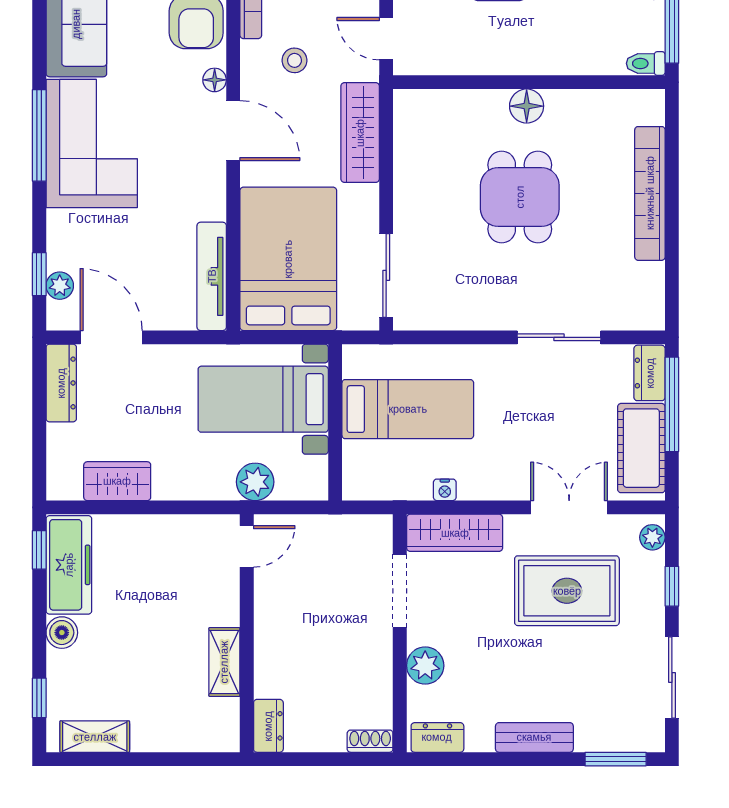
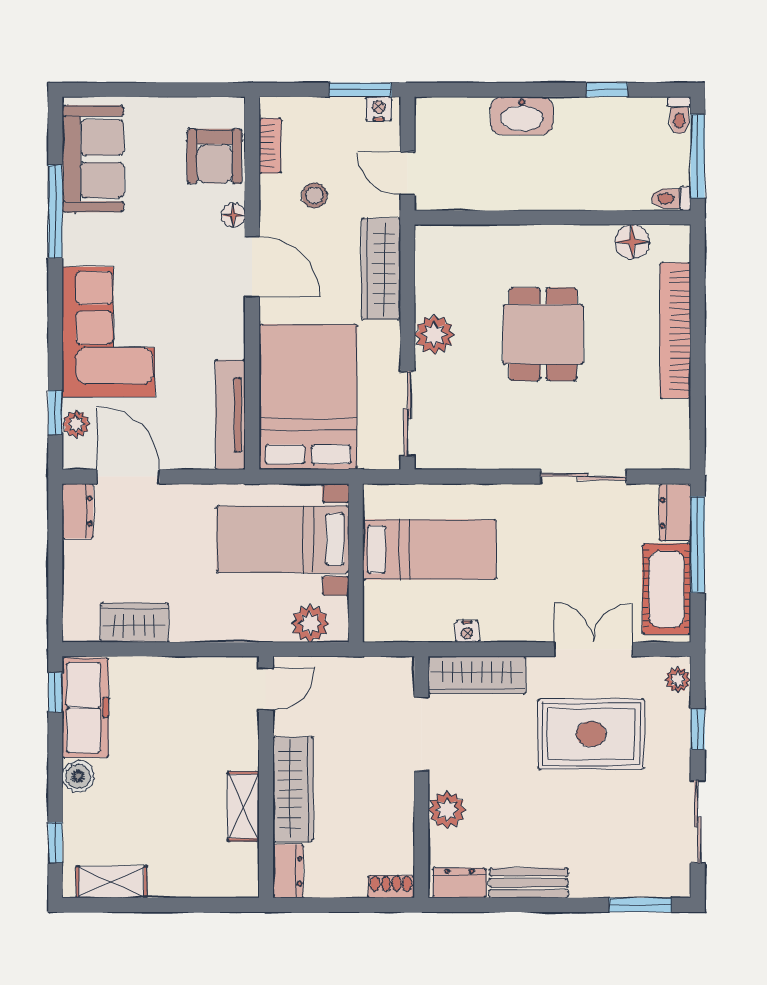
floor lamp: (527, 106) -> (632, 242), moved
window: (39, 135) -> (55, 212), moved
corner sofa: (92, 144) -> (109, 332), moved
plant: (413, 197) -> (434, 334), added
dresser: (61, 383) -> (78, 511), width x0.70
plant: (255, 482) -> (310, 623), moved
wardrobe: (273, 645) -> (293, 789), added
bench: (534, 737) -> (529, 883), moved

